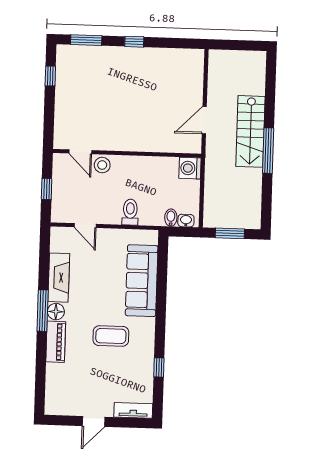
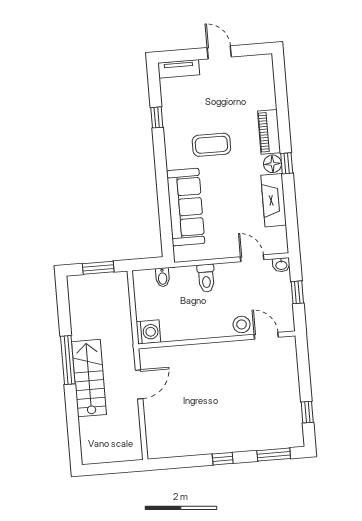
washbasin: (186, 221) -> (281, 265), moved
window: (43, 311) -> (287, 163), width x0.46
door: (94, 421) -> (219, 52), hinge flipped

